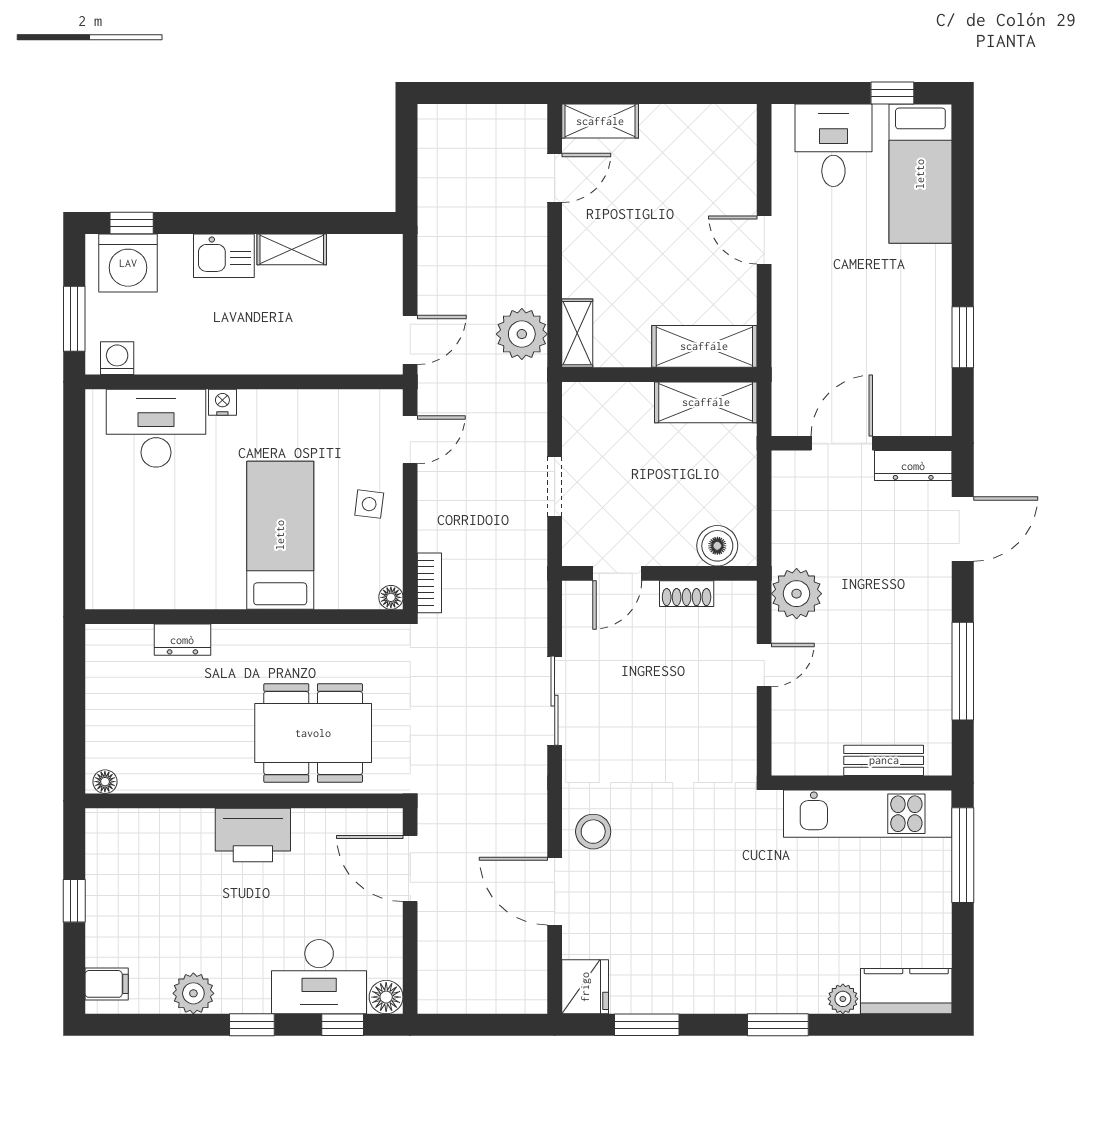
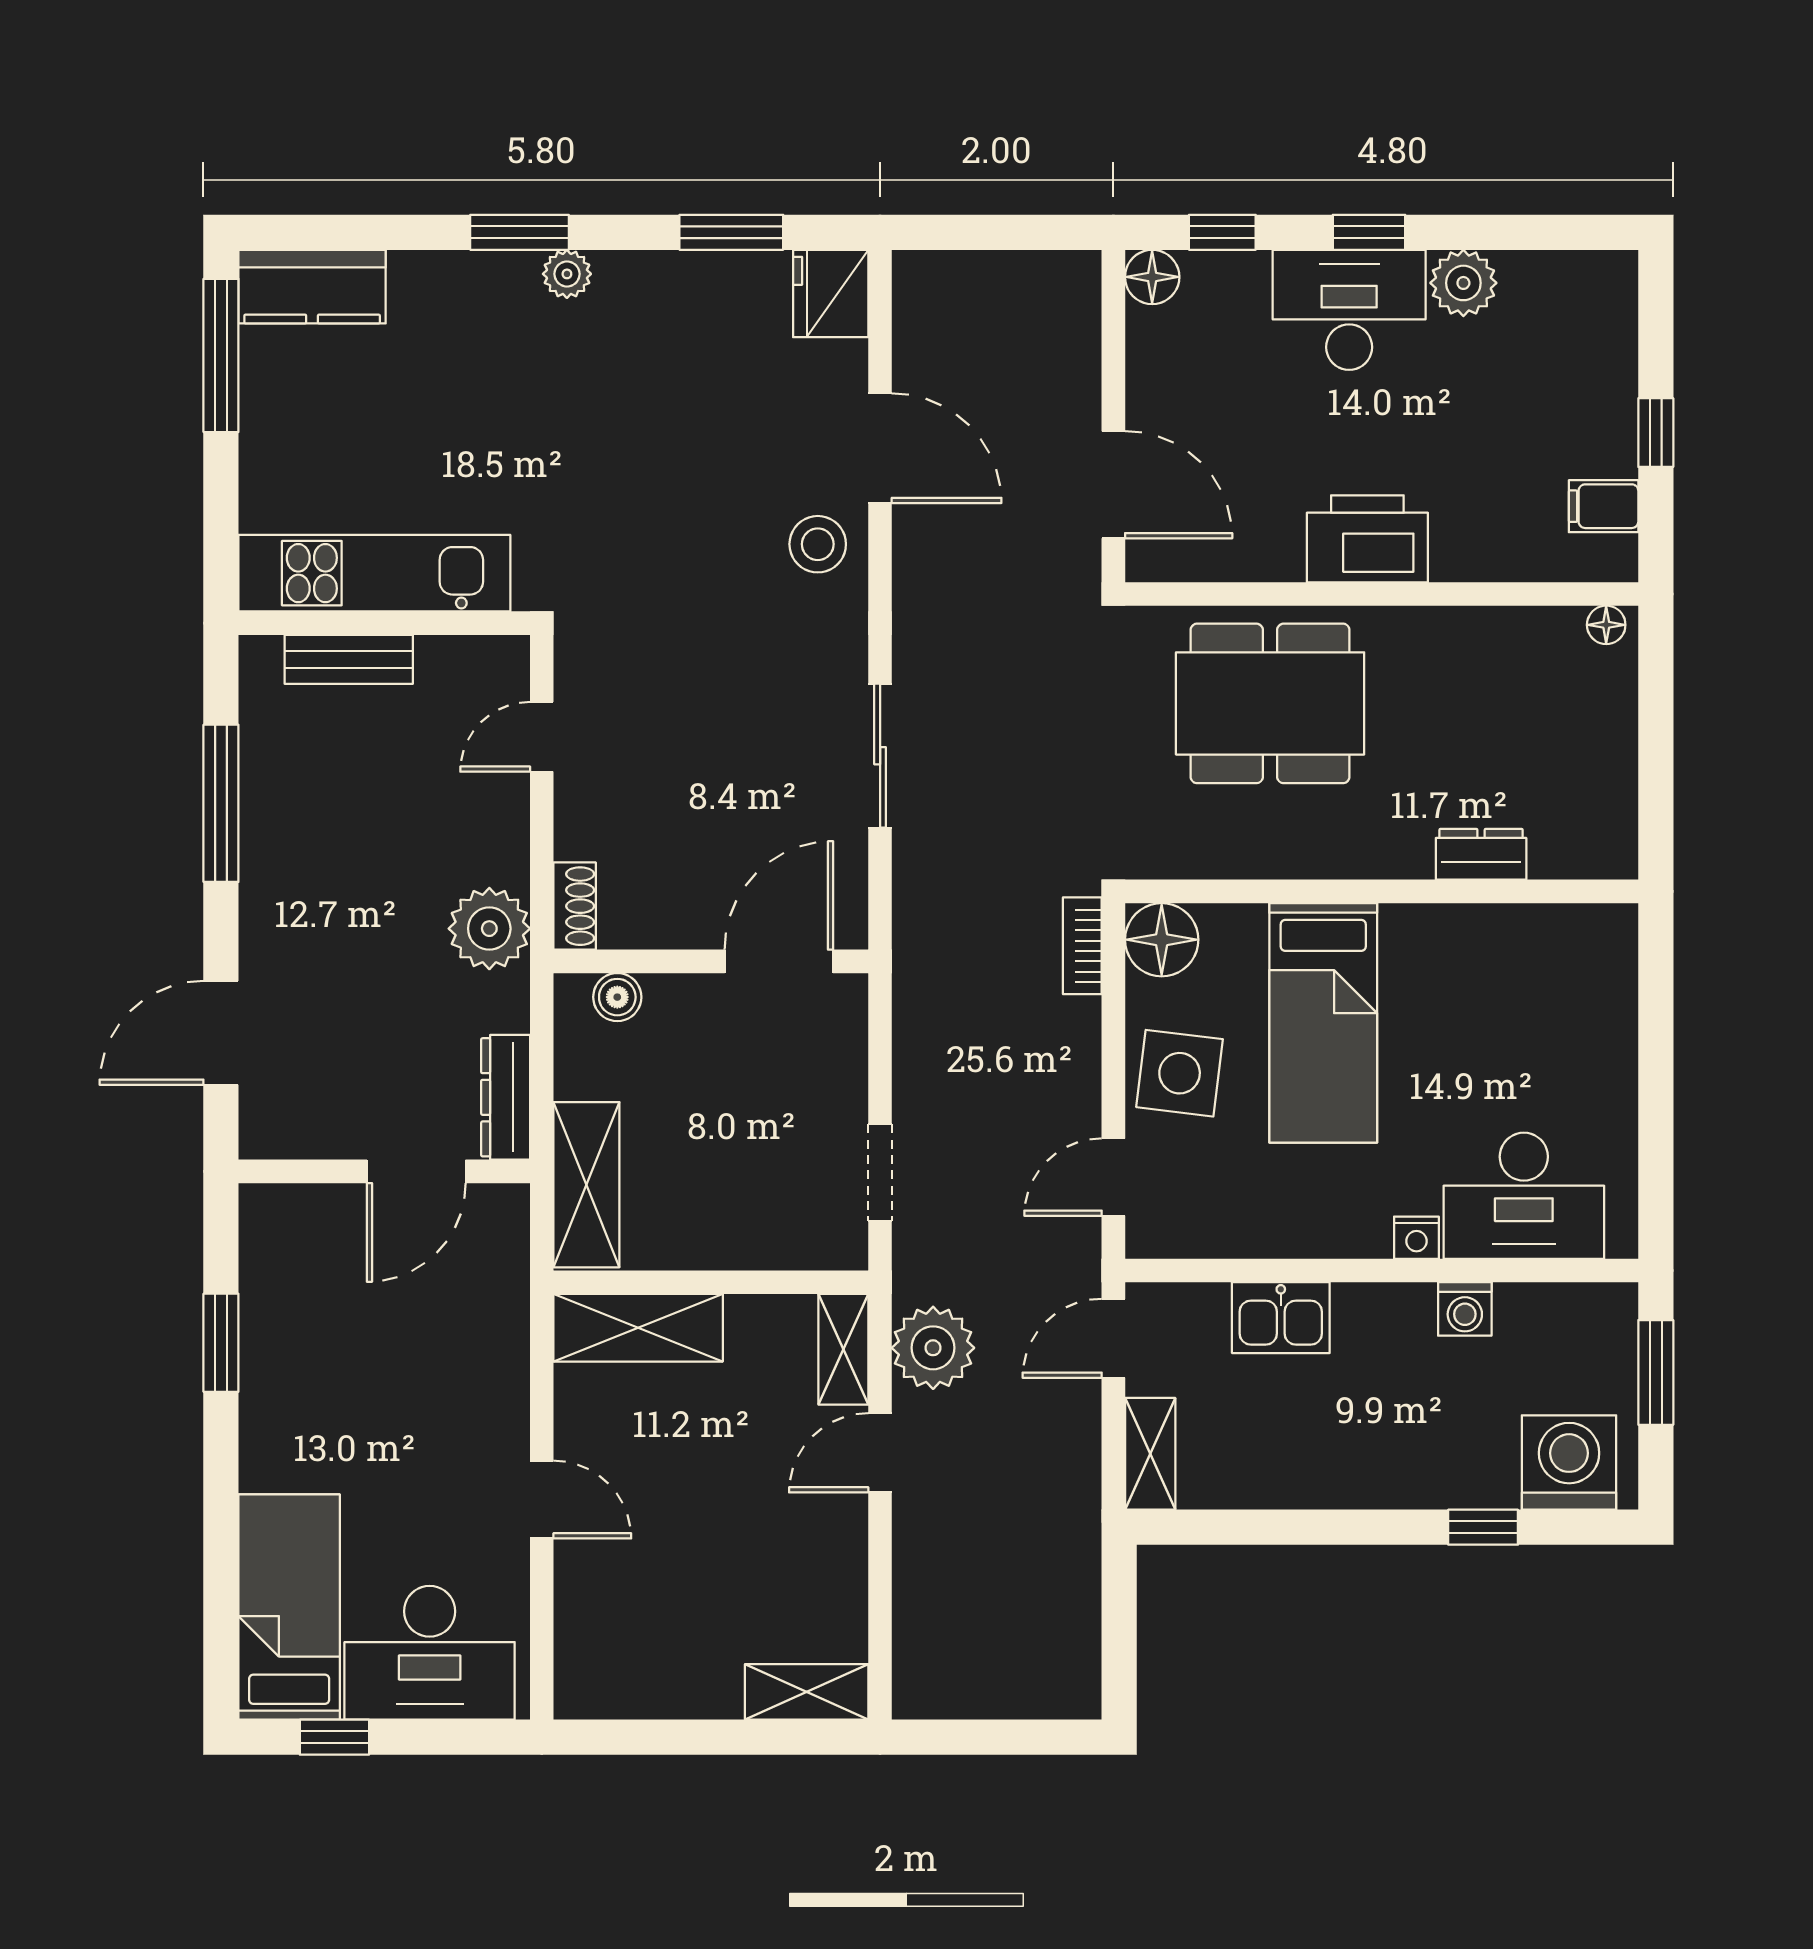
desk: (833, 145) -> (430, 1653), width x1.37
door: (555, 178) -> (880, 1453), moved
window: (132, 223) -> (1483, 1527), moved
shelving: (292, 249) -> (1150, 1454), moved, turned 90
kitchen sink: (224, 256) -> (1281, 1318), moved, turned 180
washing machine: (117, 358) -> (1465, 1309), moved
shelving: (706, 402) -> (586, 1185), moved, turned 90
dresser: (913, 466) -> (506, 1097), moved, turned -90
doorway: (555, 486) -> (880, 1173), moved
side table: (369, 504) -> (1180, 1073), width x1.87, depth x1.87
boiler: (717, 546) -> (617, 997), width x0.73, depth x0.73
door: (617, 573) -> (779, 961), width x1.38
shoe rack: (687, 594) -> (575, 906), moved, turned 90
floor lamp: (391, 597) -> (1162, 940), width x1.89, depth x1.89
door: (764, 665) -> (542, 737), moved
window: (963, 855) -> (221, 355), moved
desk: (319, 977) -> (1349, 310), moved
filing cabinet: (107, 984) -> (1604, 506), moved
plant: (843, 999) -> (567, 274), moved

